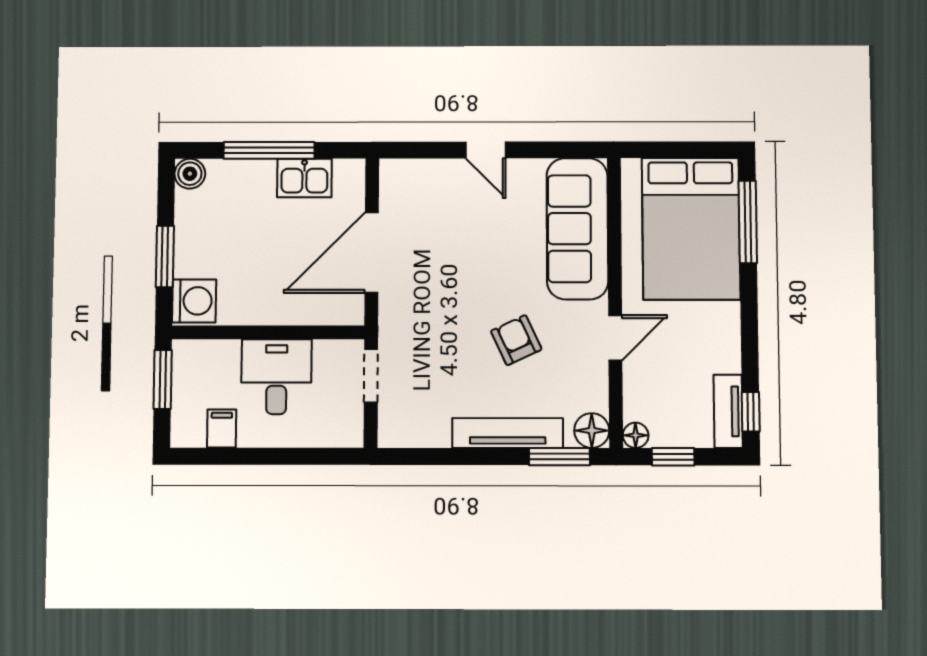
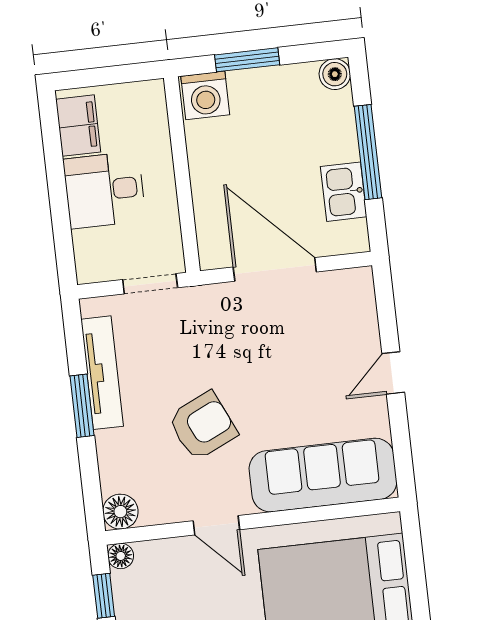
armchair: (516, 340) -> (203, 426), width x1.38, depth x1.38
desk: (276, 377) -> (104, 190), moved, turned 180
window: (163, 379) -> (122, 74), removed
filing cabinet: (222, 429) -> (78, 126), width x2.00
tv unit: (508, 433) -> (102, 373), moved
window: (559, 457) -> (82, 406), moved

